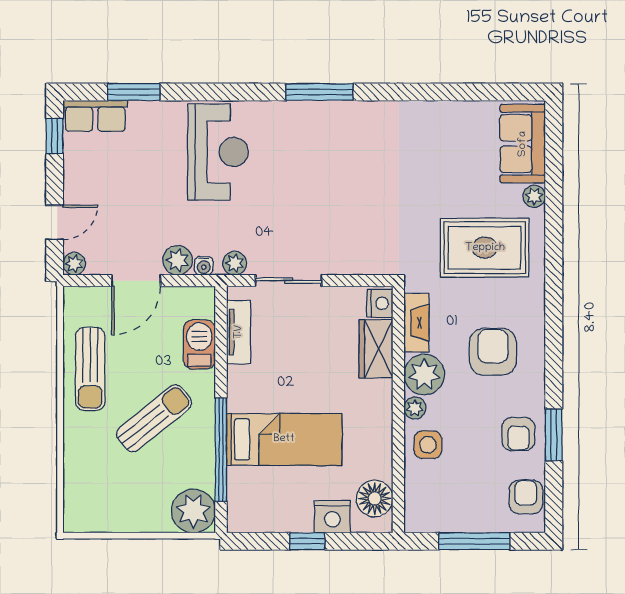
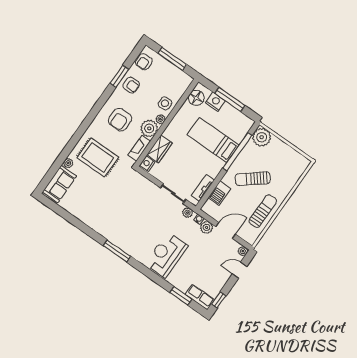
armchair: (518, 434) -> (131, 85), turned 90
window: (307, 541) -> (230, 99), width x2.17

